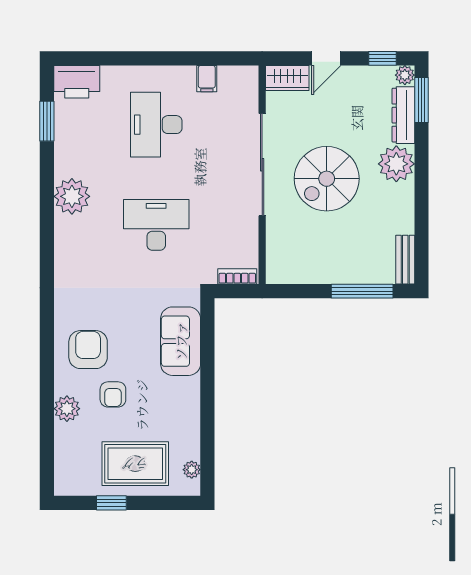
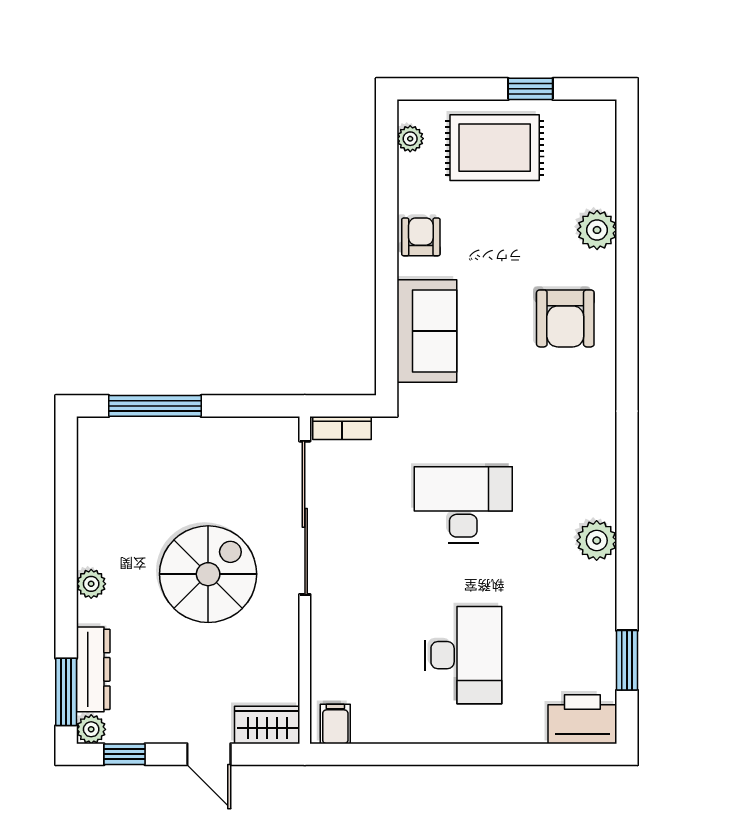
door: (326, 58) -> (209, 754), swing flipped
filing cabinet: (207, 79) -> (335, 724), moved
plant: (396, 164) -> (91, 584), width x0.53, depth x0.53
sliding door: (262, 165) -> (305, 518), moved
plant: (72, 196) -> (597, 541), width x0.73, depth x0.73
desk: (156, 225) -> (463, 505), turned 180
bench: (405, 260) -> (91, 453), removed
armchair: (113, 394) -> (421, 237), moved

